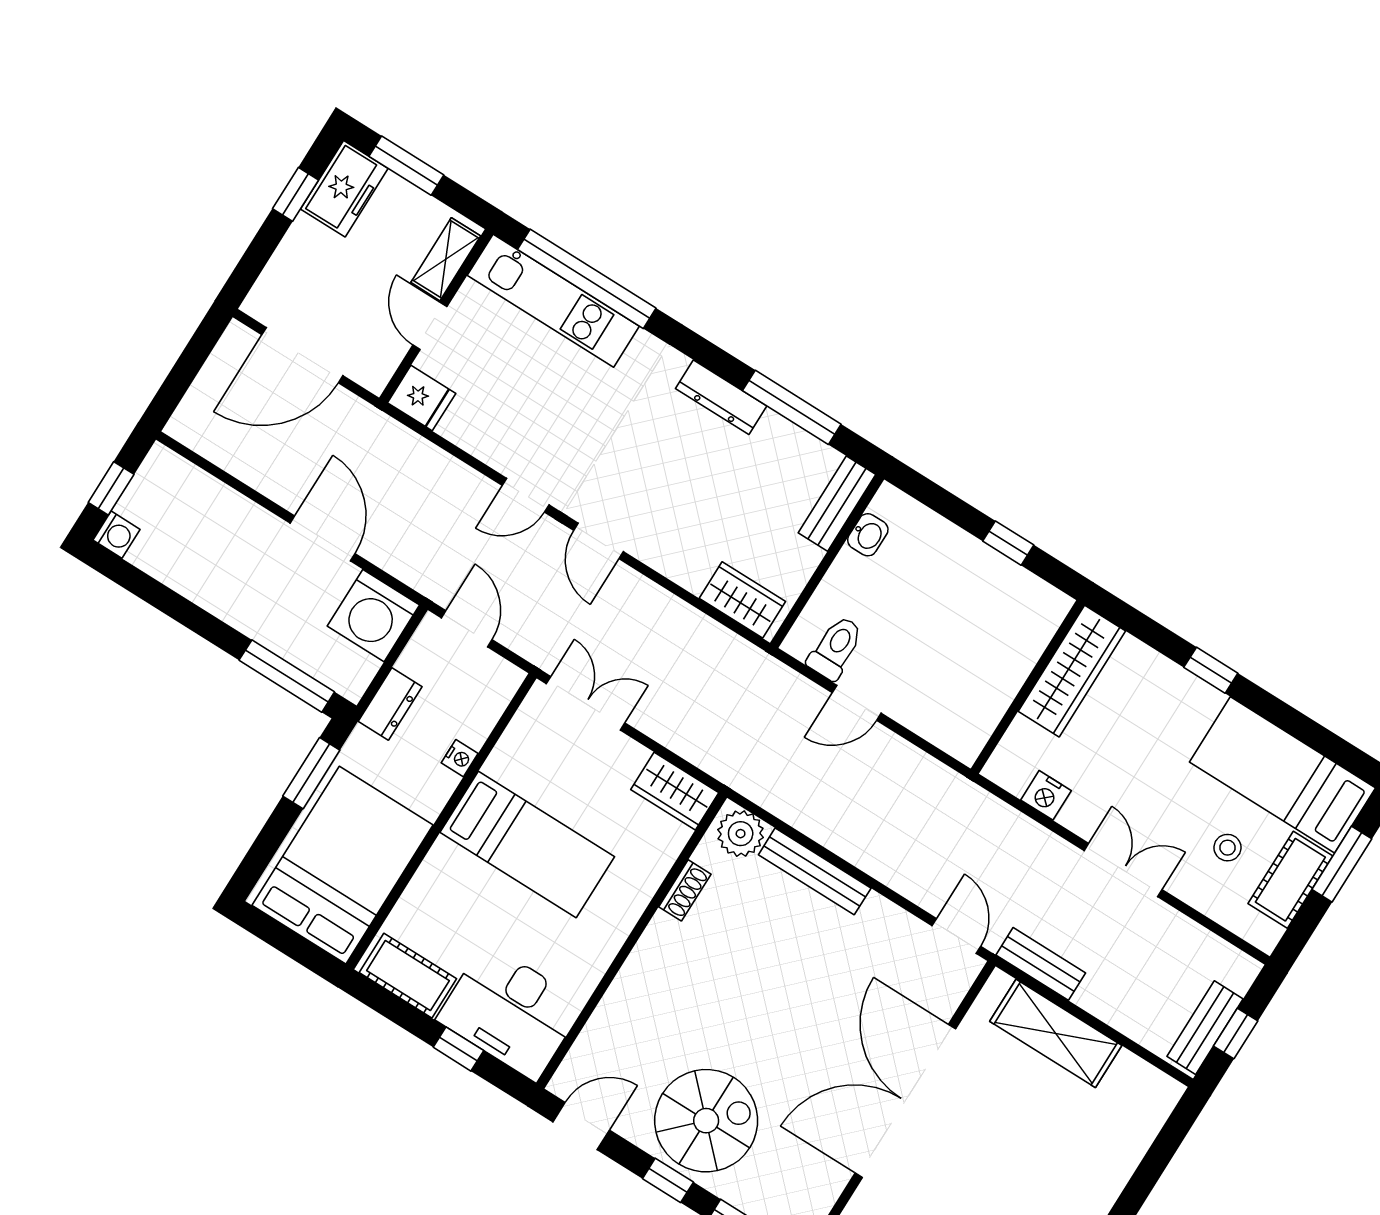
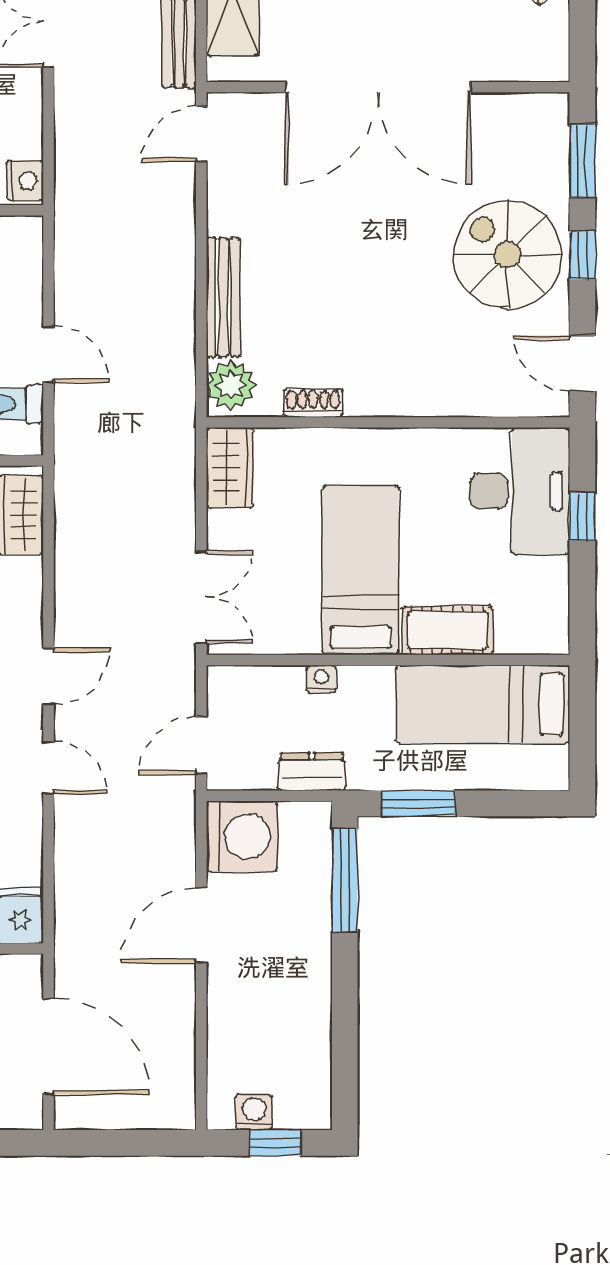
washing machine: (116, 535) -> (254, 1112), moved
double door: (586, 703) -> (201, 597), swing flipped
nightstand: (1046, 795) -> (25, 180), moved
bed: (343, 865) -> (483, 704), width x0.67
cot: (408, 976) -> (447, 630), moved, turned 90

